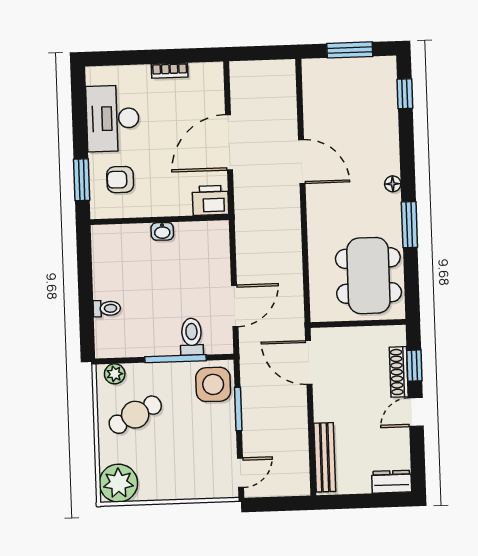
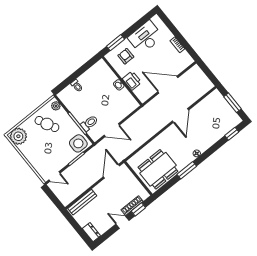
printer: (210, 200) -> (132, 81), moved

